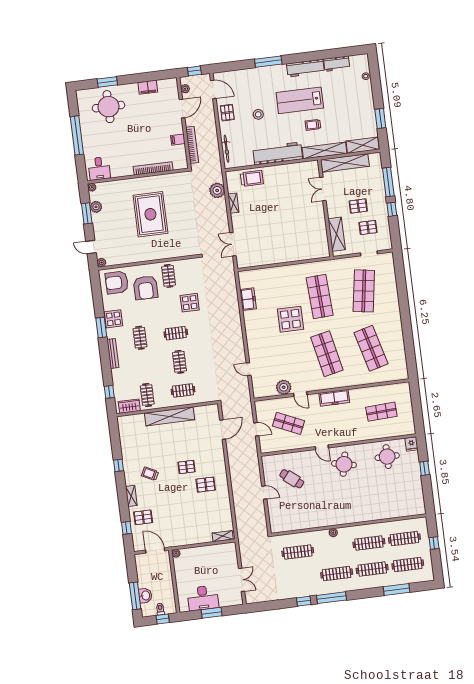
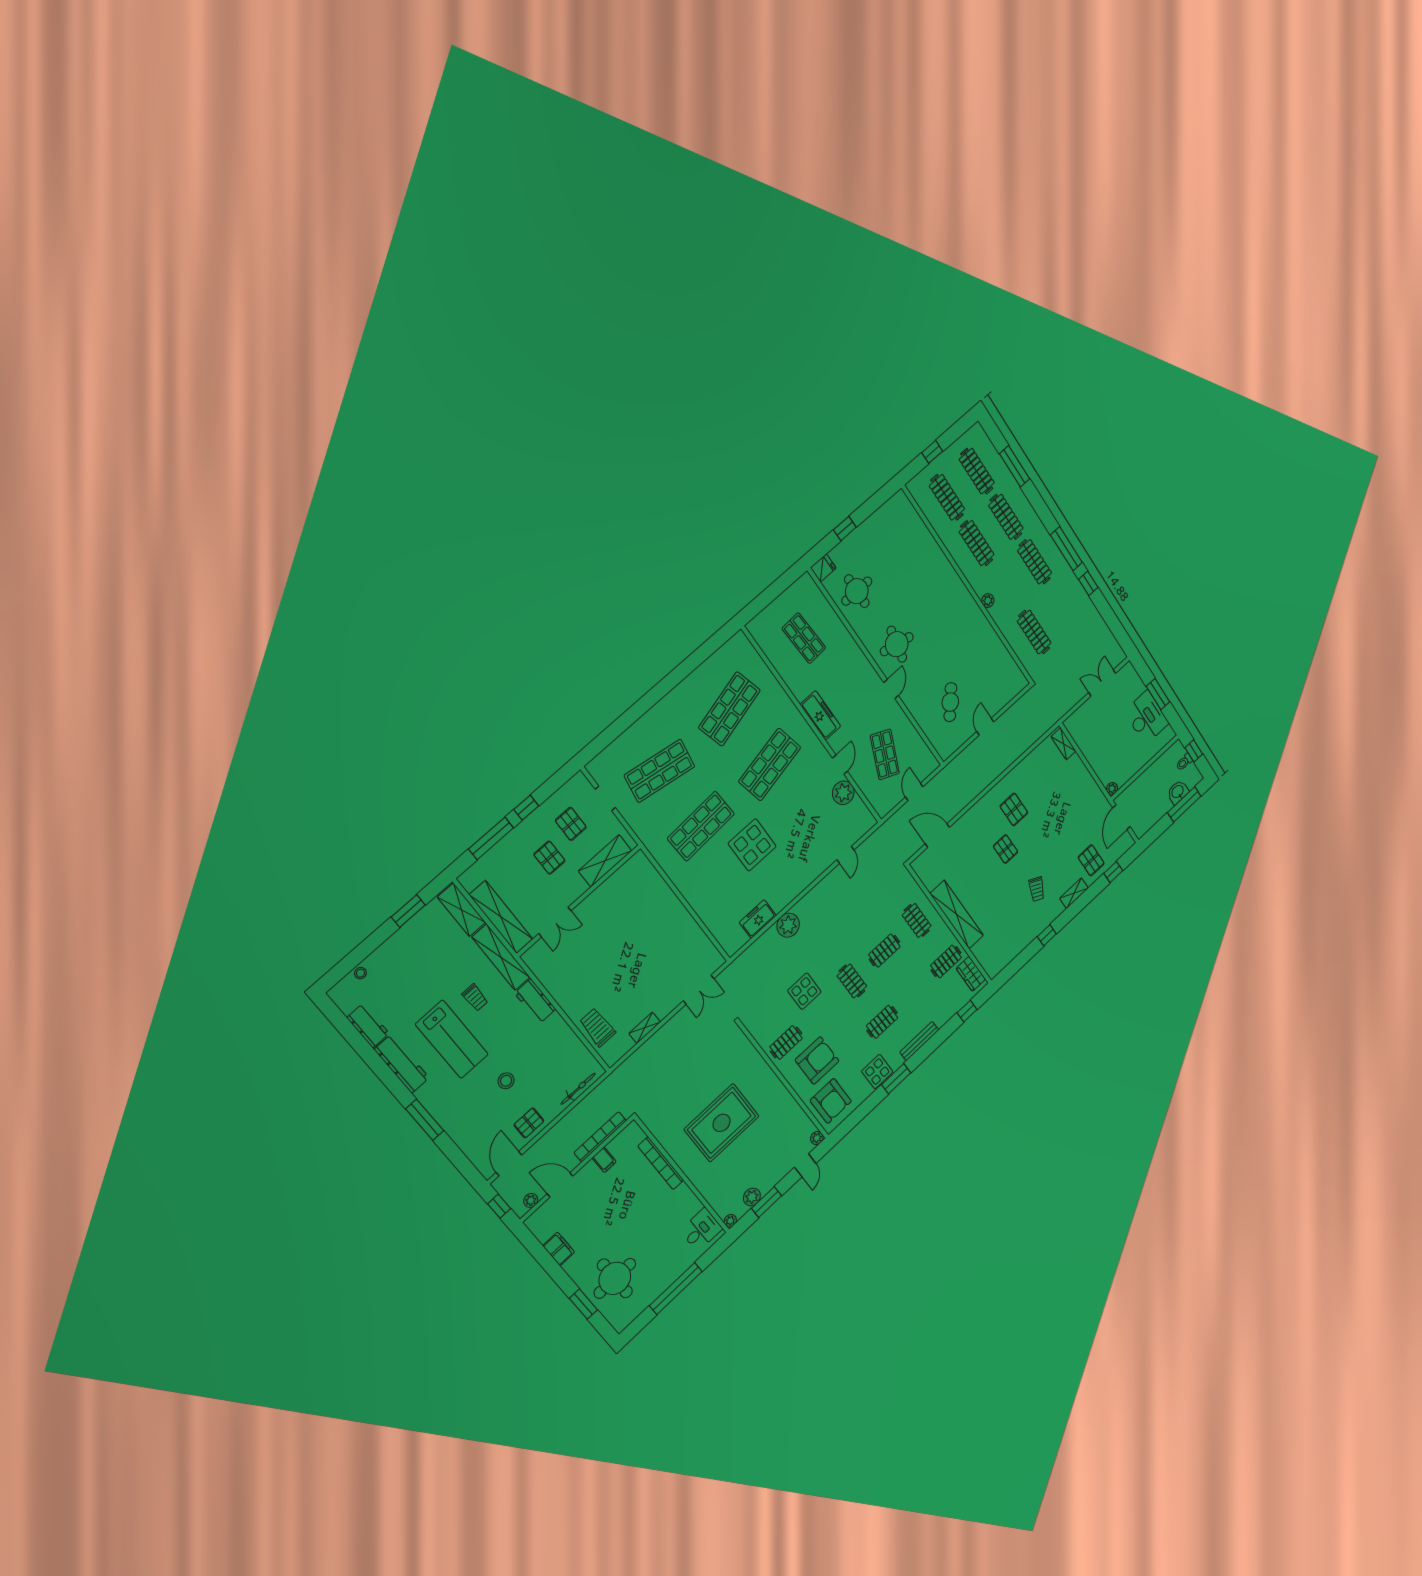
workbench: (278, 153) -> (535, 1001), width x0.53, depth x0.76
plant: (217, 190) -> (788, 925), moved

